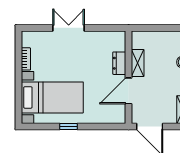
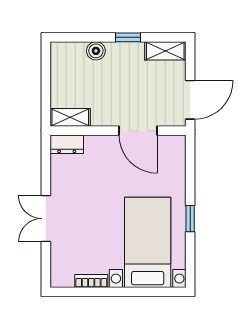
dresser: (119, 63) -> (67, 144), moved
shelving: (138, 63) -> (70, 117), moved

